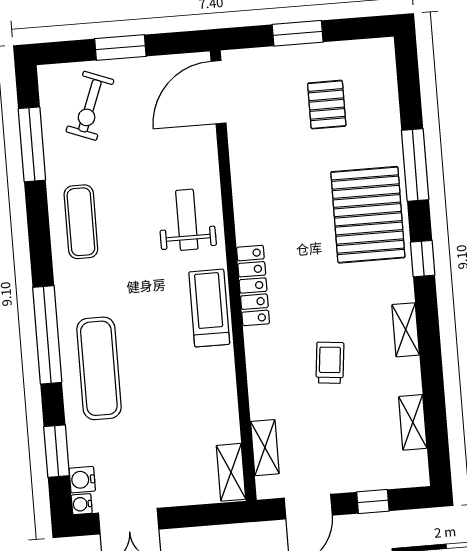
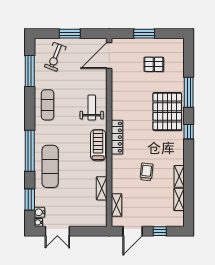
pallet: (327, 105) -> (154, 64), turned 90
shelving: (406, 330) -> (179, 176), moved
shelving: (231, 472) -> (102, 188), moved

